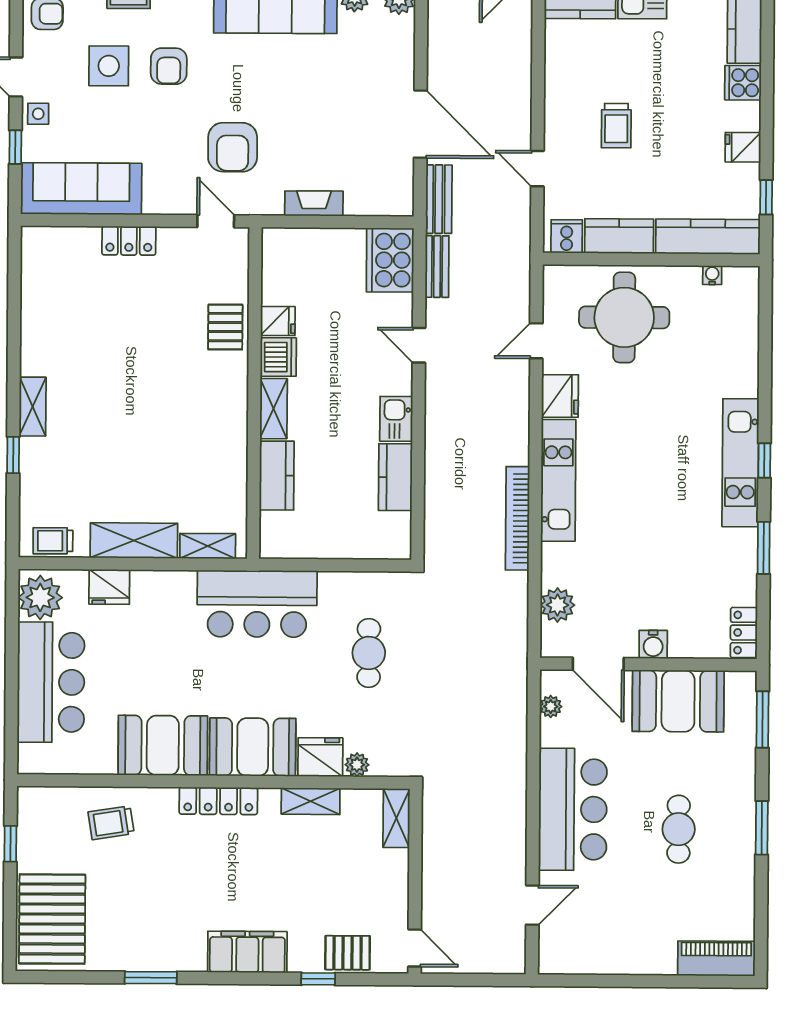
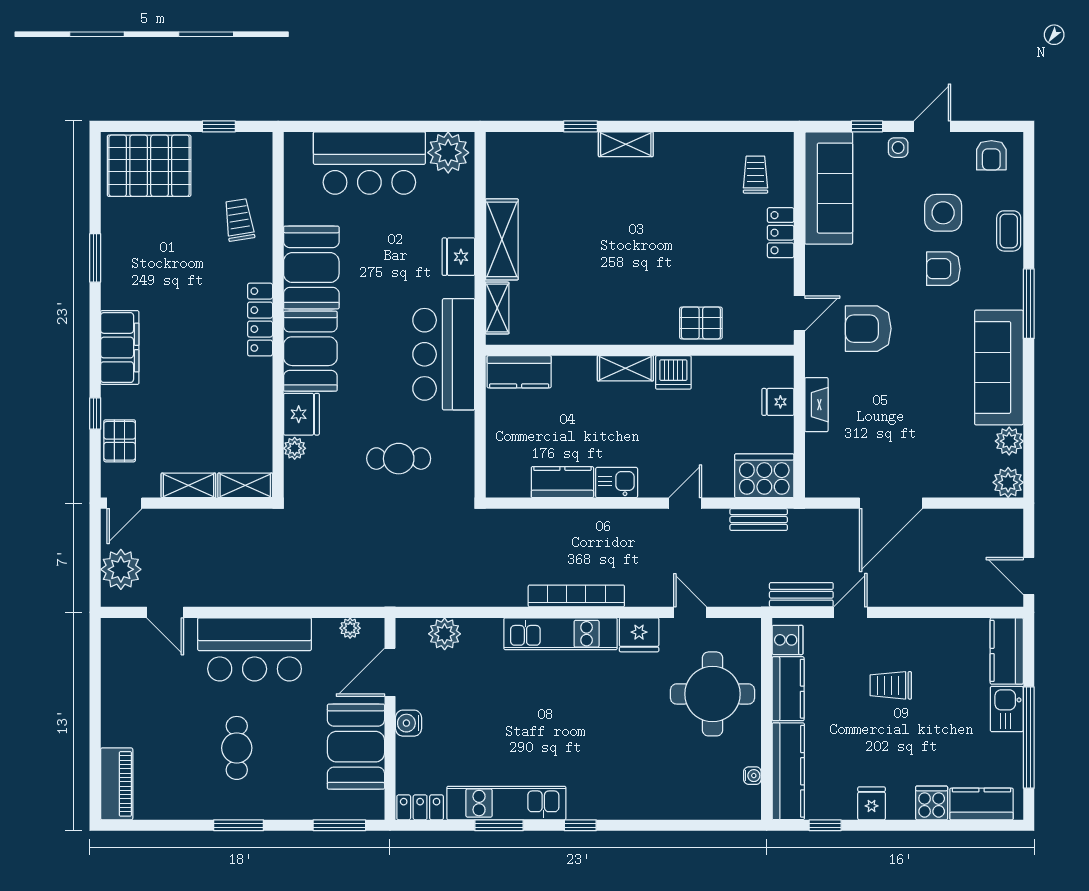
bench: (439, 199) -> (801, 595), moved
fridge: (278, 321) -> (778, 402), moved, turned 90
kitchen unit: (740, 463) -> (506, 803), moved
kitchen counter: (277, 476) -> (519, 372), moved
bookcase: (517, 518) -> (576, 596), moved
trolley: (53, 541) -> (755, 175), moved
fridge: (109, 587) -> (458, 257), moved
shelving: (311, 801) -> (188, 485), moved, turned 90
cafe table: (679, 829) -> (237, 748), turned 90
plant: (486, 952) -> (121, 569), added

